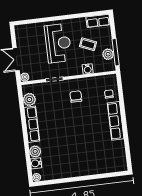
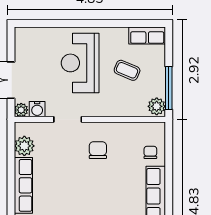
reception desk: (58, 43) -> (80, 63), turned 180
plant: (108, 54) -> (157, 106), moved
water cooler: (88, 69) -> (37, 109), moved

